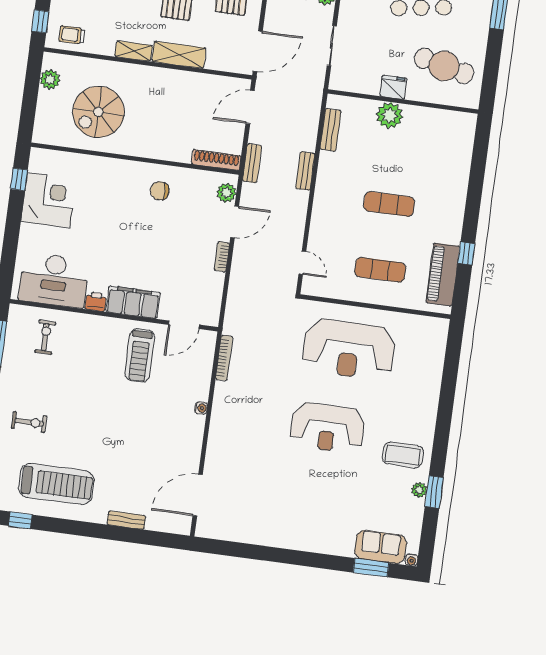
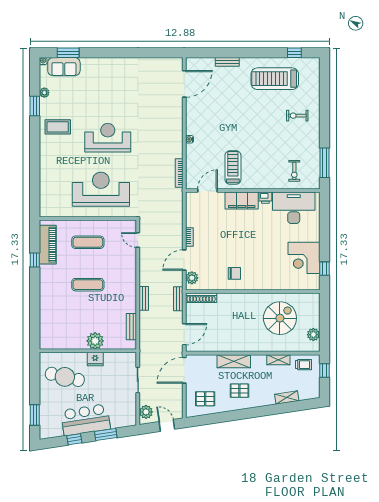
shelving: (134, 51) -> (278, 360), moved
plant: (419, 490) -> (44, 93), moved

